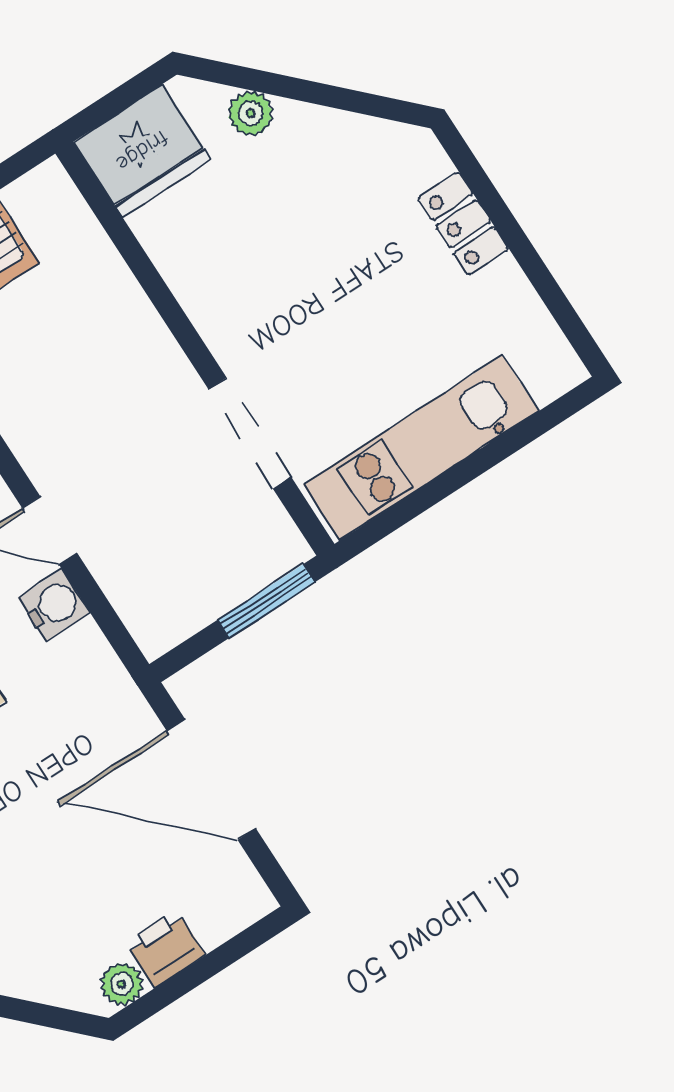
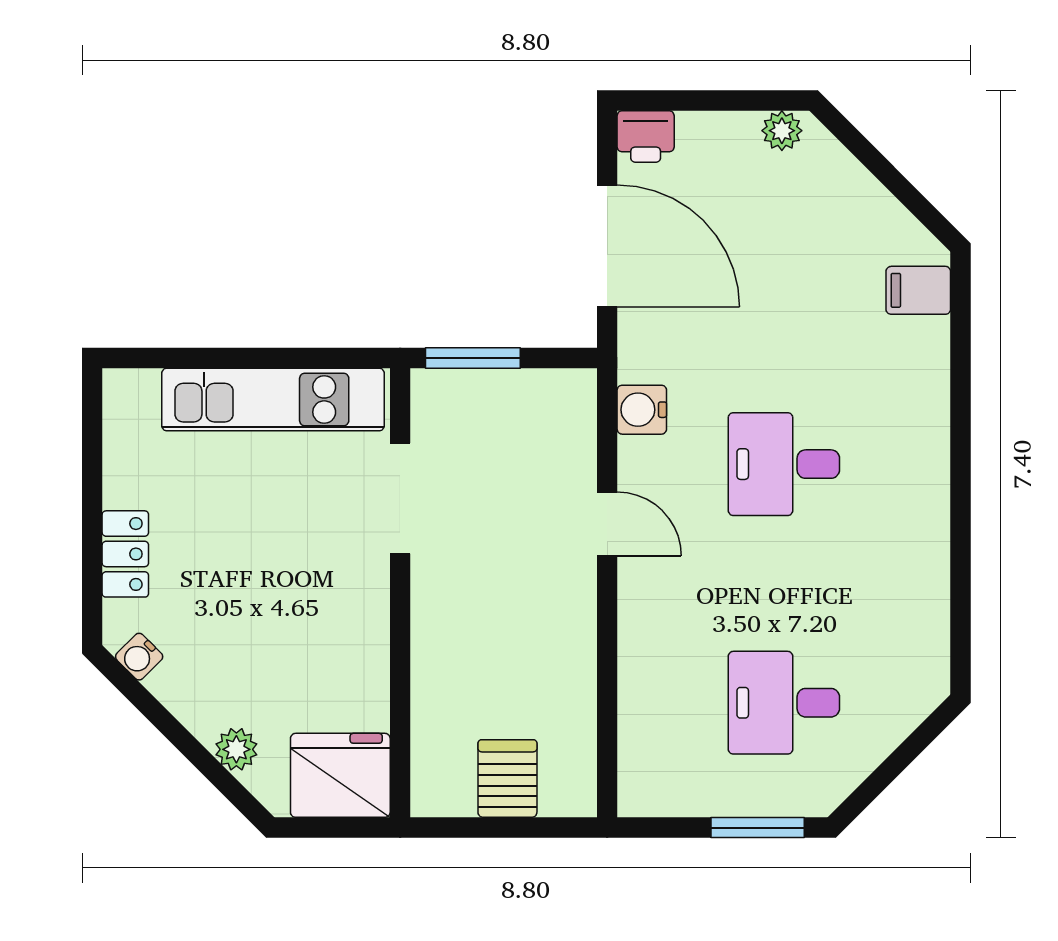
water cooler: (391, 140) -> (139, 657), added
water cooler: (54, 605) -> (642, 410), moved
printer: (165, 948) -> (646, 136), moved

